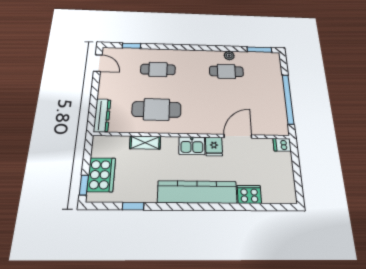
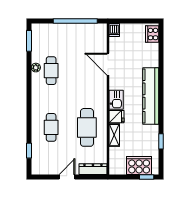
door: (98, 63) -> (67, 177), moved
fridge: (214, 147) -> (117, 117), moved
cooker: (249, 194) -> (152, 34), moved

